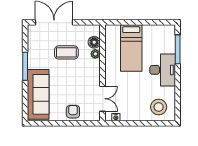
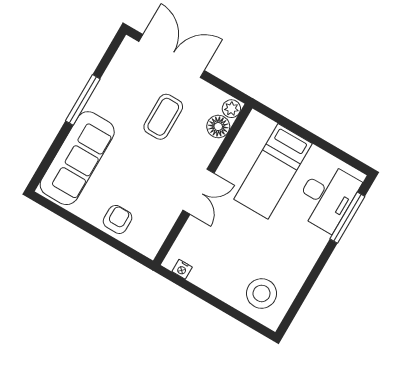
coffee table: (66, 52) -> (163, 117), turned 90
plant: (95, 54) -> (231, 109), moved
desk: (163, 70) -> (327, 197), moved
double door: (103, 99) -> (198, 192), moved

